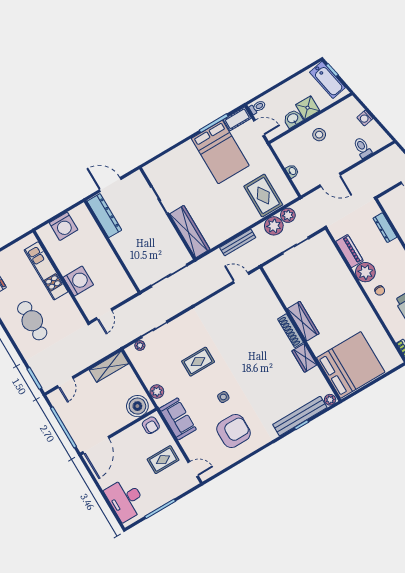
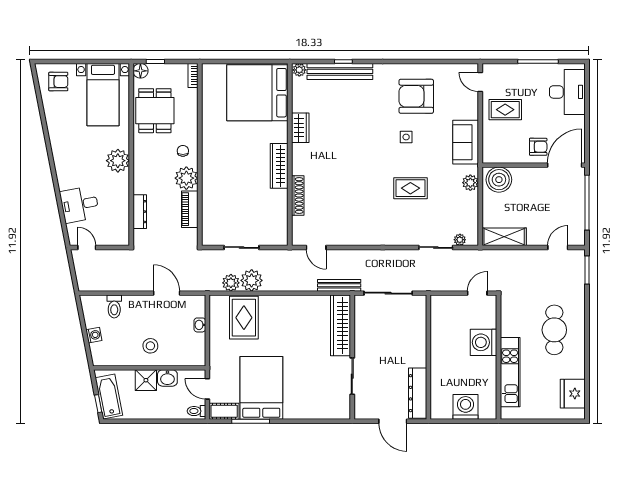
bench: (238, 243) -> (339, 285), moved
shoe rack: (291, 331) -> (298, 195), moved
armchair: (151, 425) -> (538, 147), moved, turned 90

